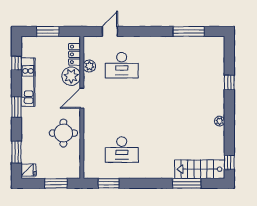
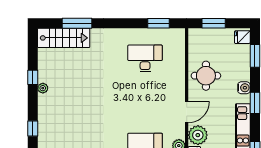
water cooler: (27, 121) -> (244, 88), added
window: (229, 162) -> (33, 77), moved

